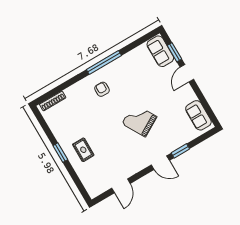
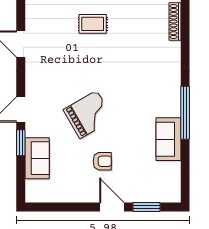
sofa: (160, 51) -> (168, 139), moved, turned -90
armchair: (102, 89) -> (102, 161), moved
sofa: (198, 115) -> (37, 158), moved, turned 90

